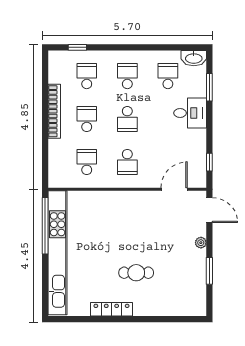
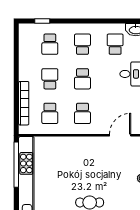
school desk: (87, 76) -> (50, 44), turned 180
bookcase: (54, 111) -> (24, 103), moved
school desk: (87, 162) -> (50, 113), turned 180

